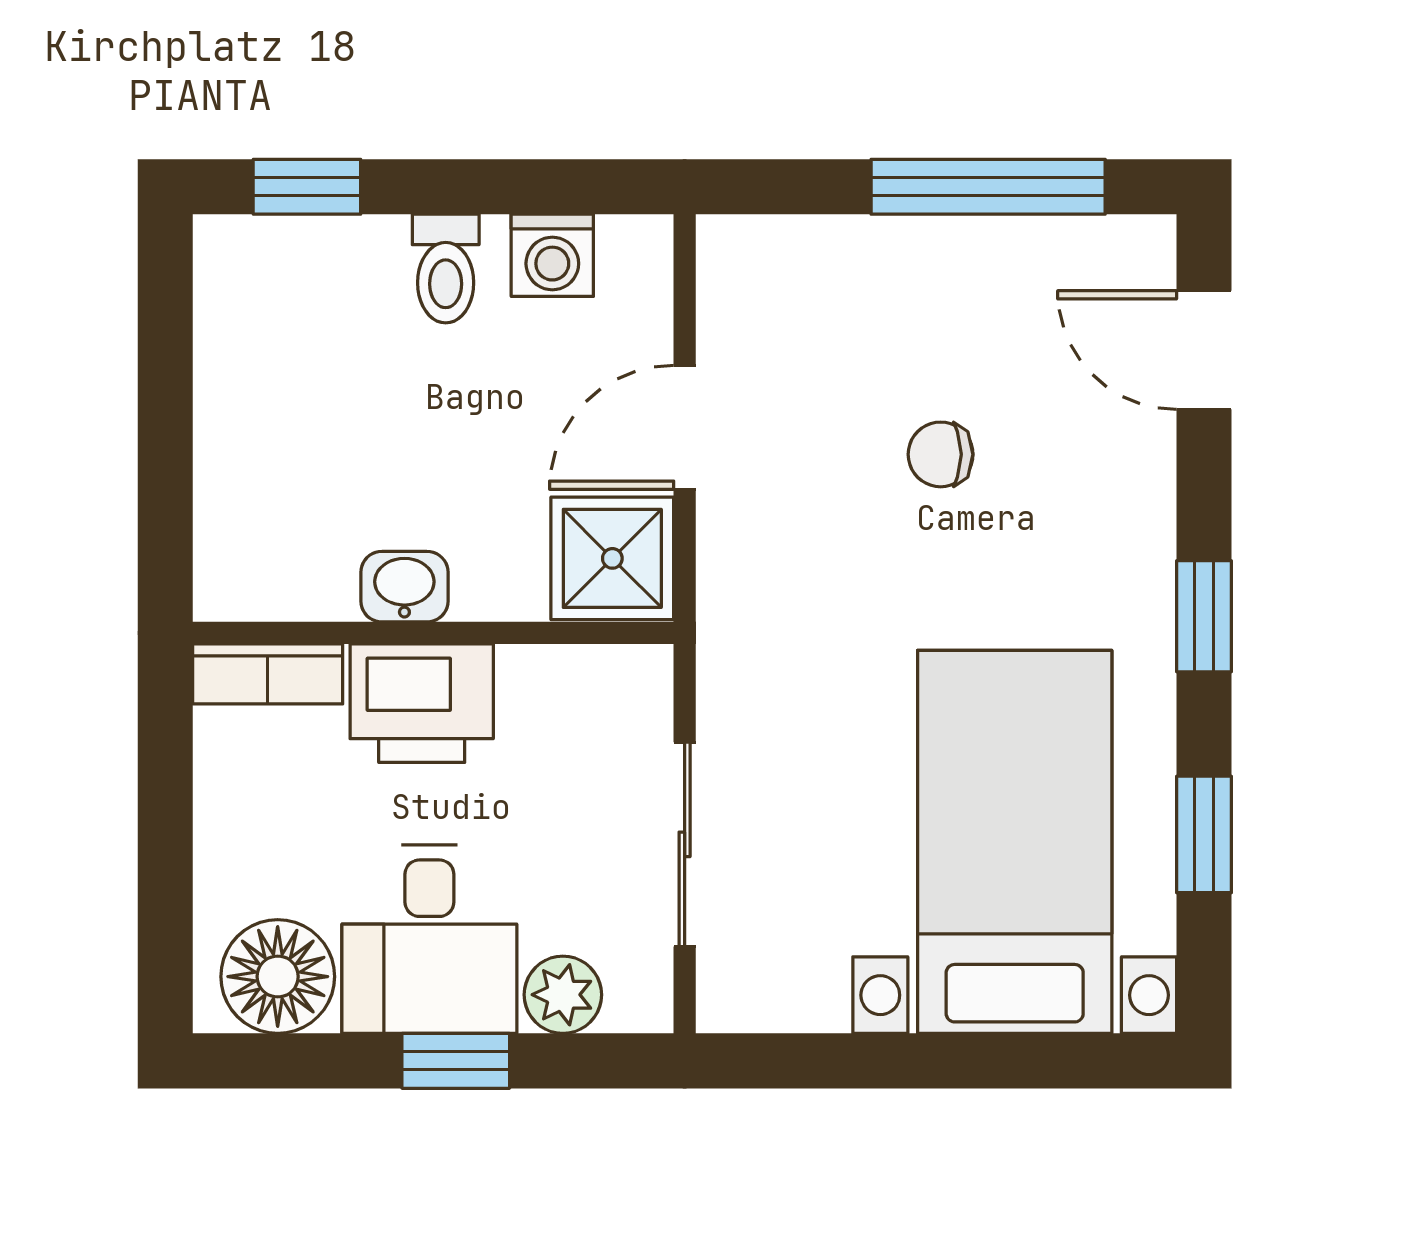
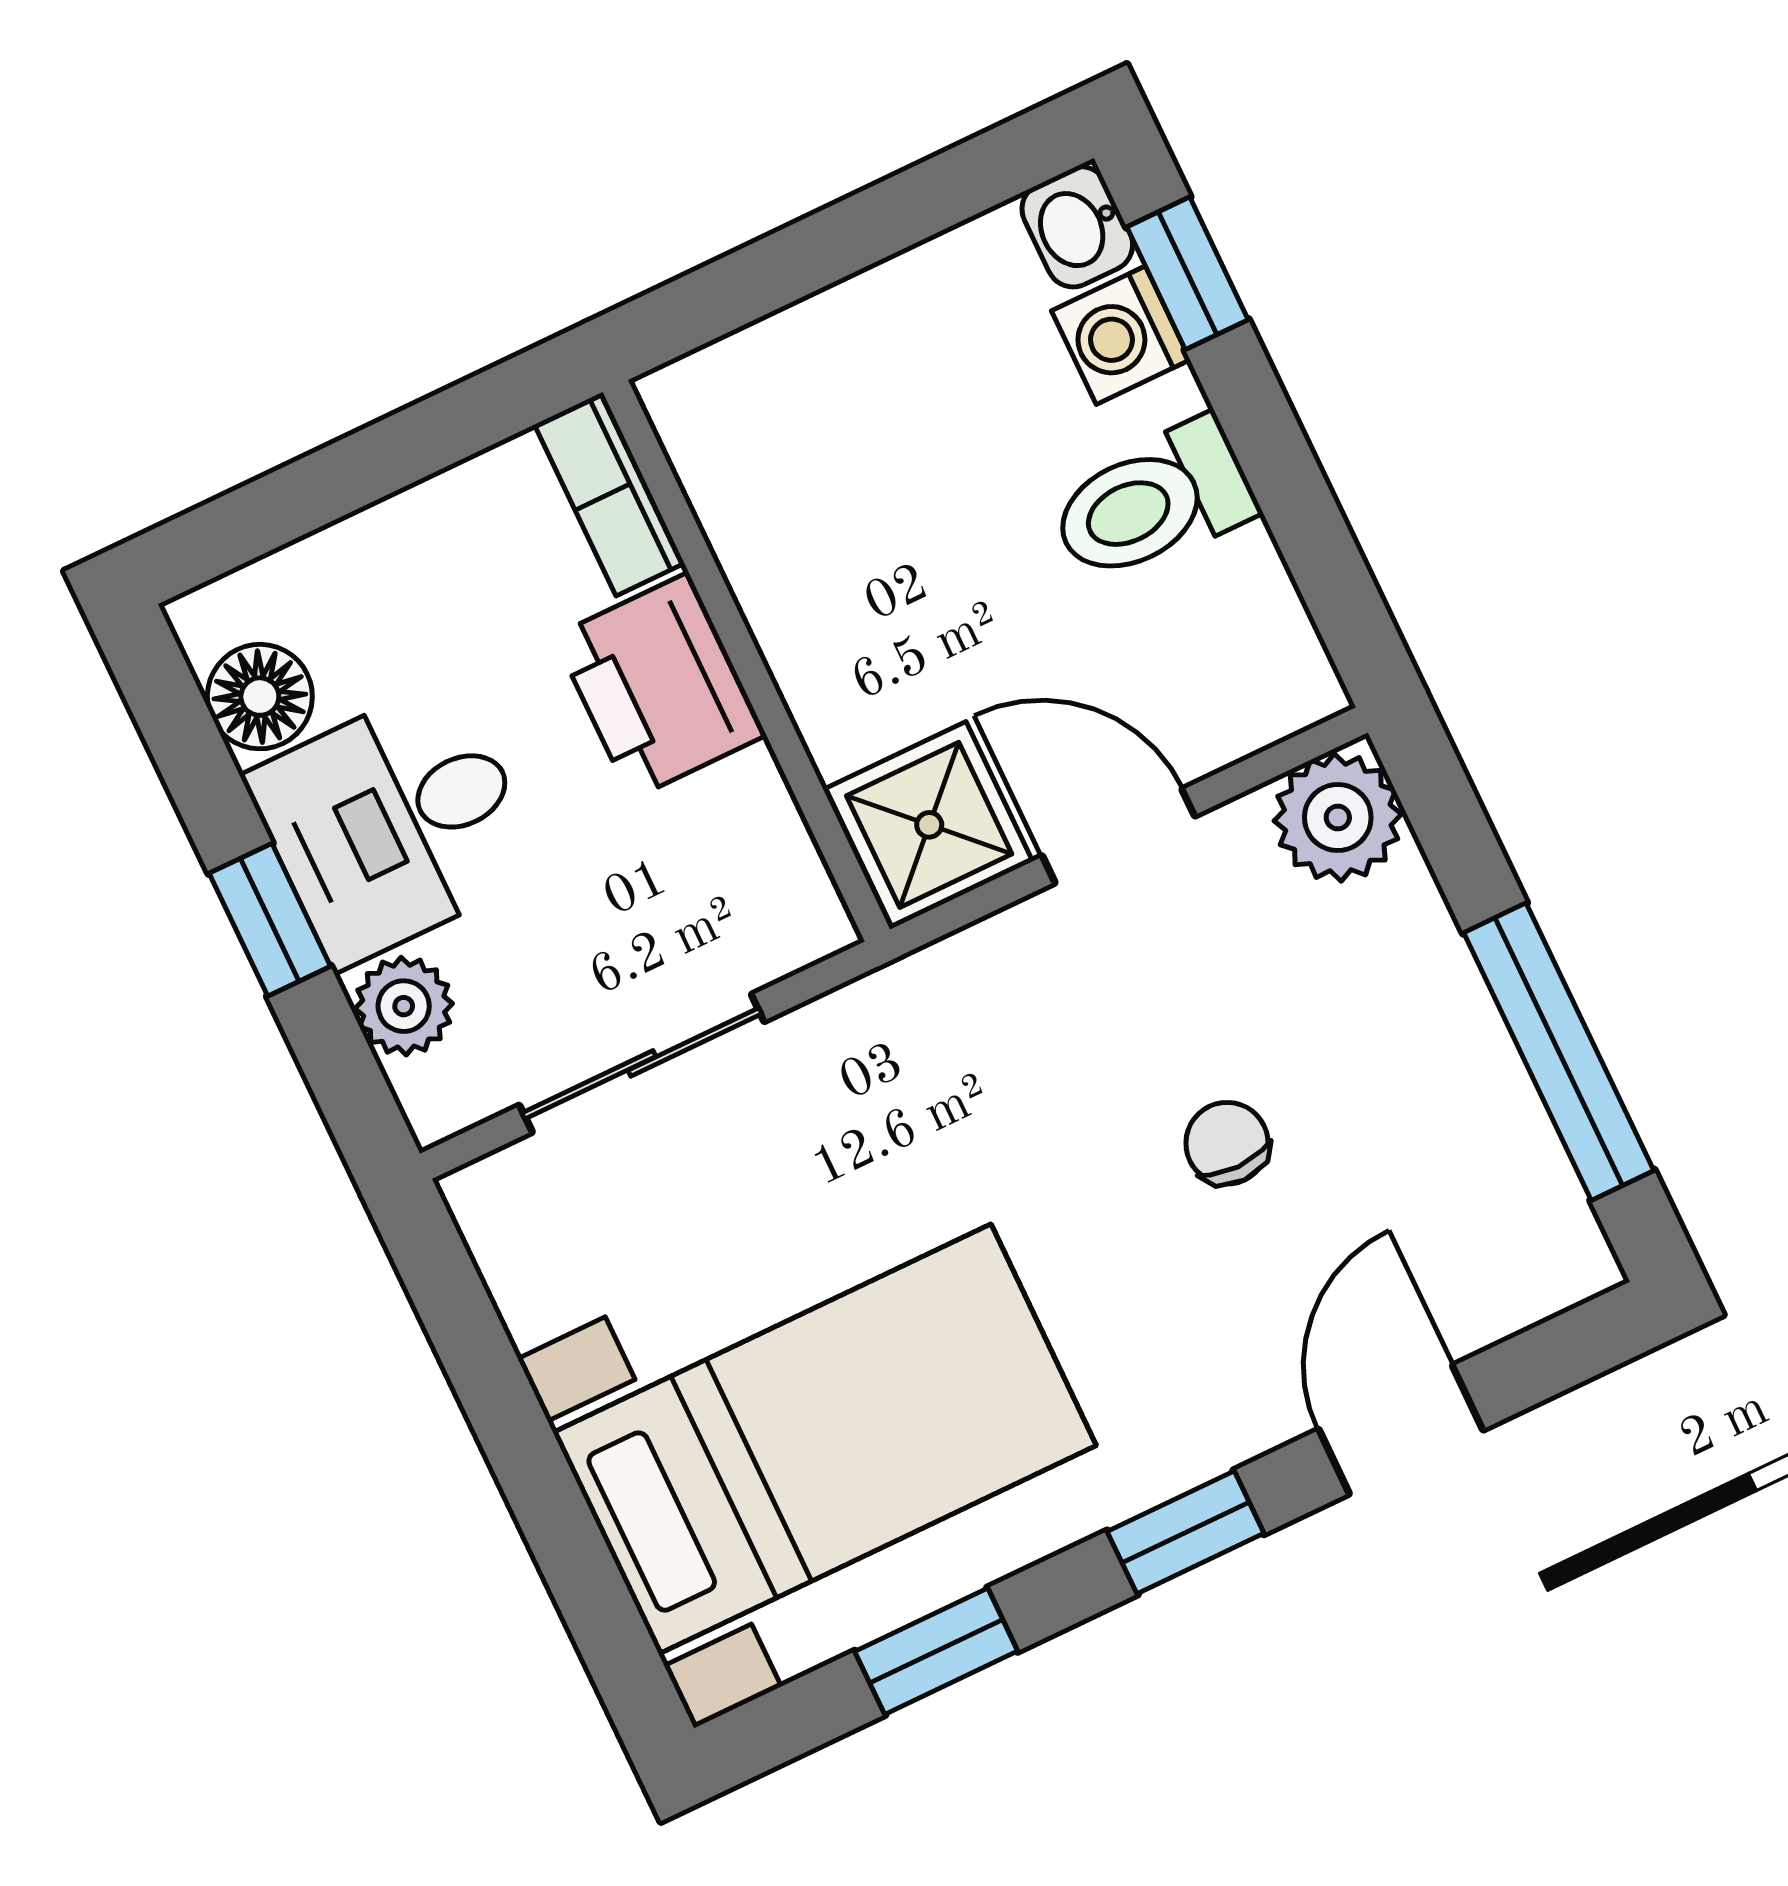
washing machine: (552, 255) -> (1121, 335), moved
plant: (746, 265) -> (1338, 818), added
toilet: (446, 269) -> (1152, 502), width x1.37, depth x1.39
door: (1204, 350) -> (1401, 1430), moved
washbasin: (404, 587) -> (1077, 227), moved, turned 180
floor lamp: (278, 977) -> (260, 697), width x0.73, depth x0.73

